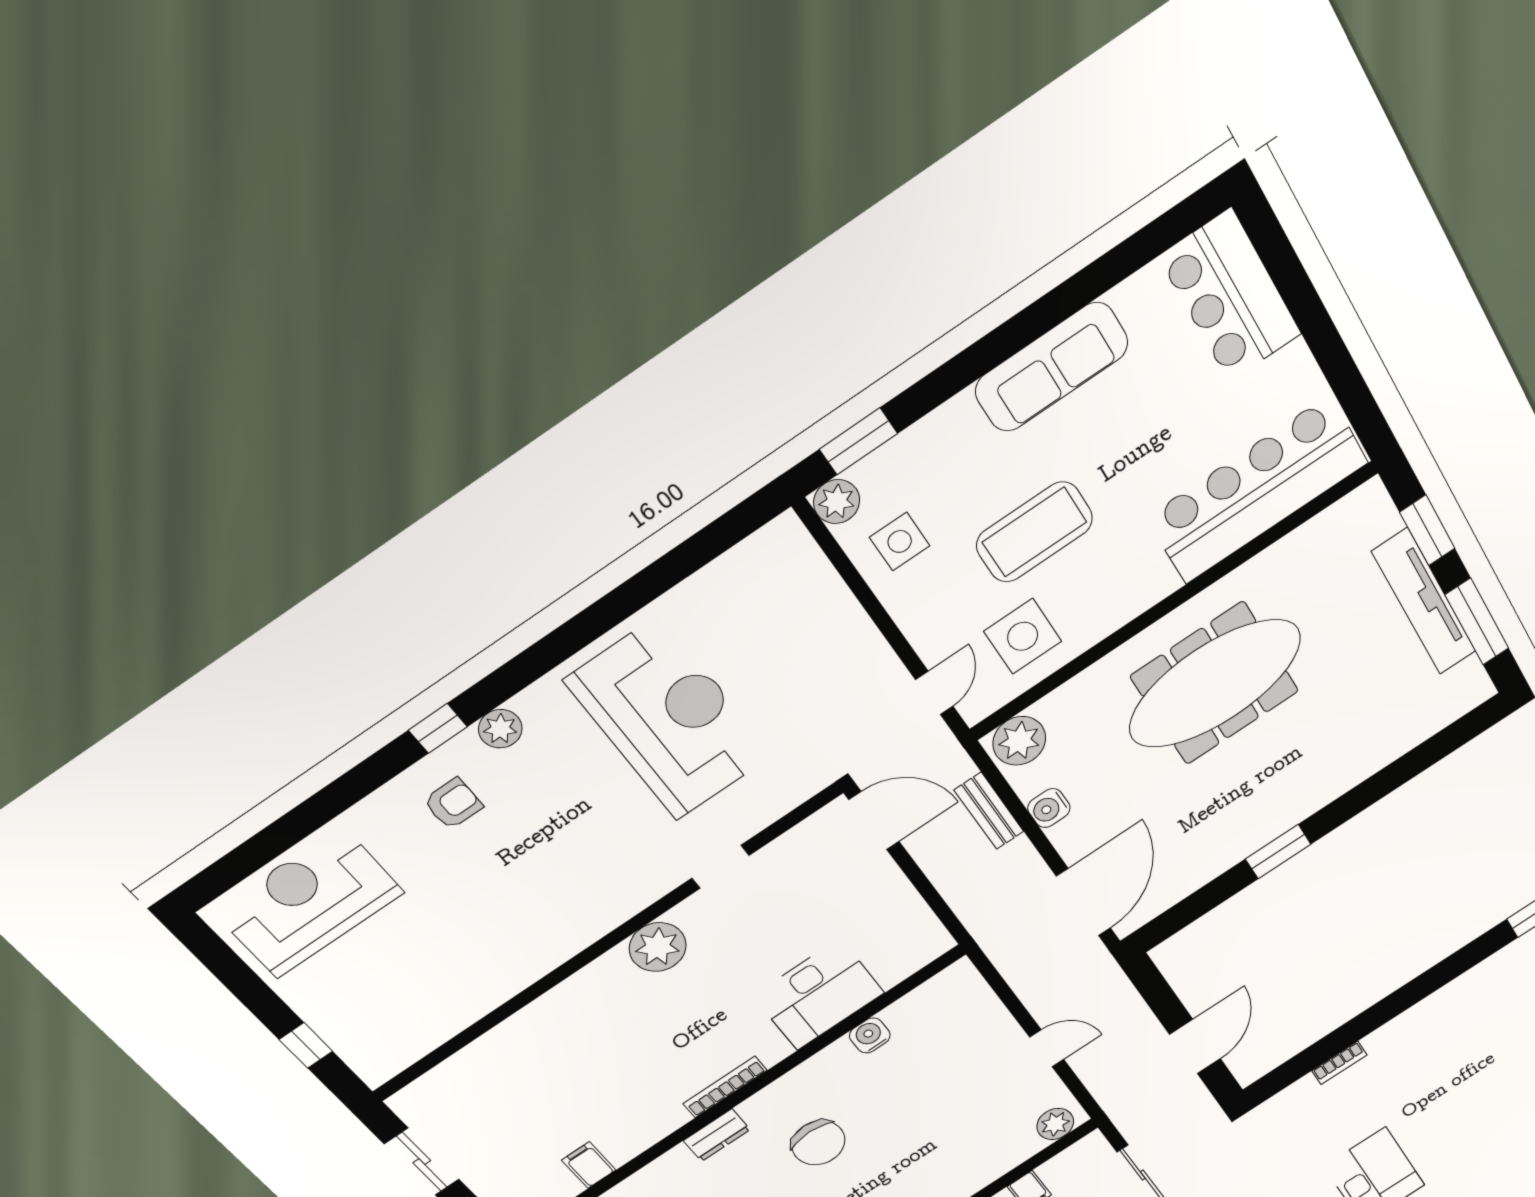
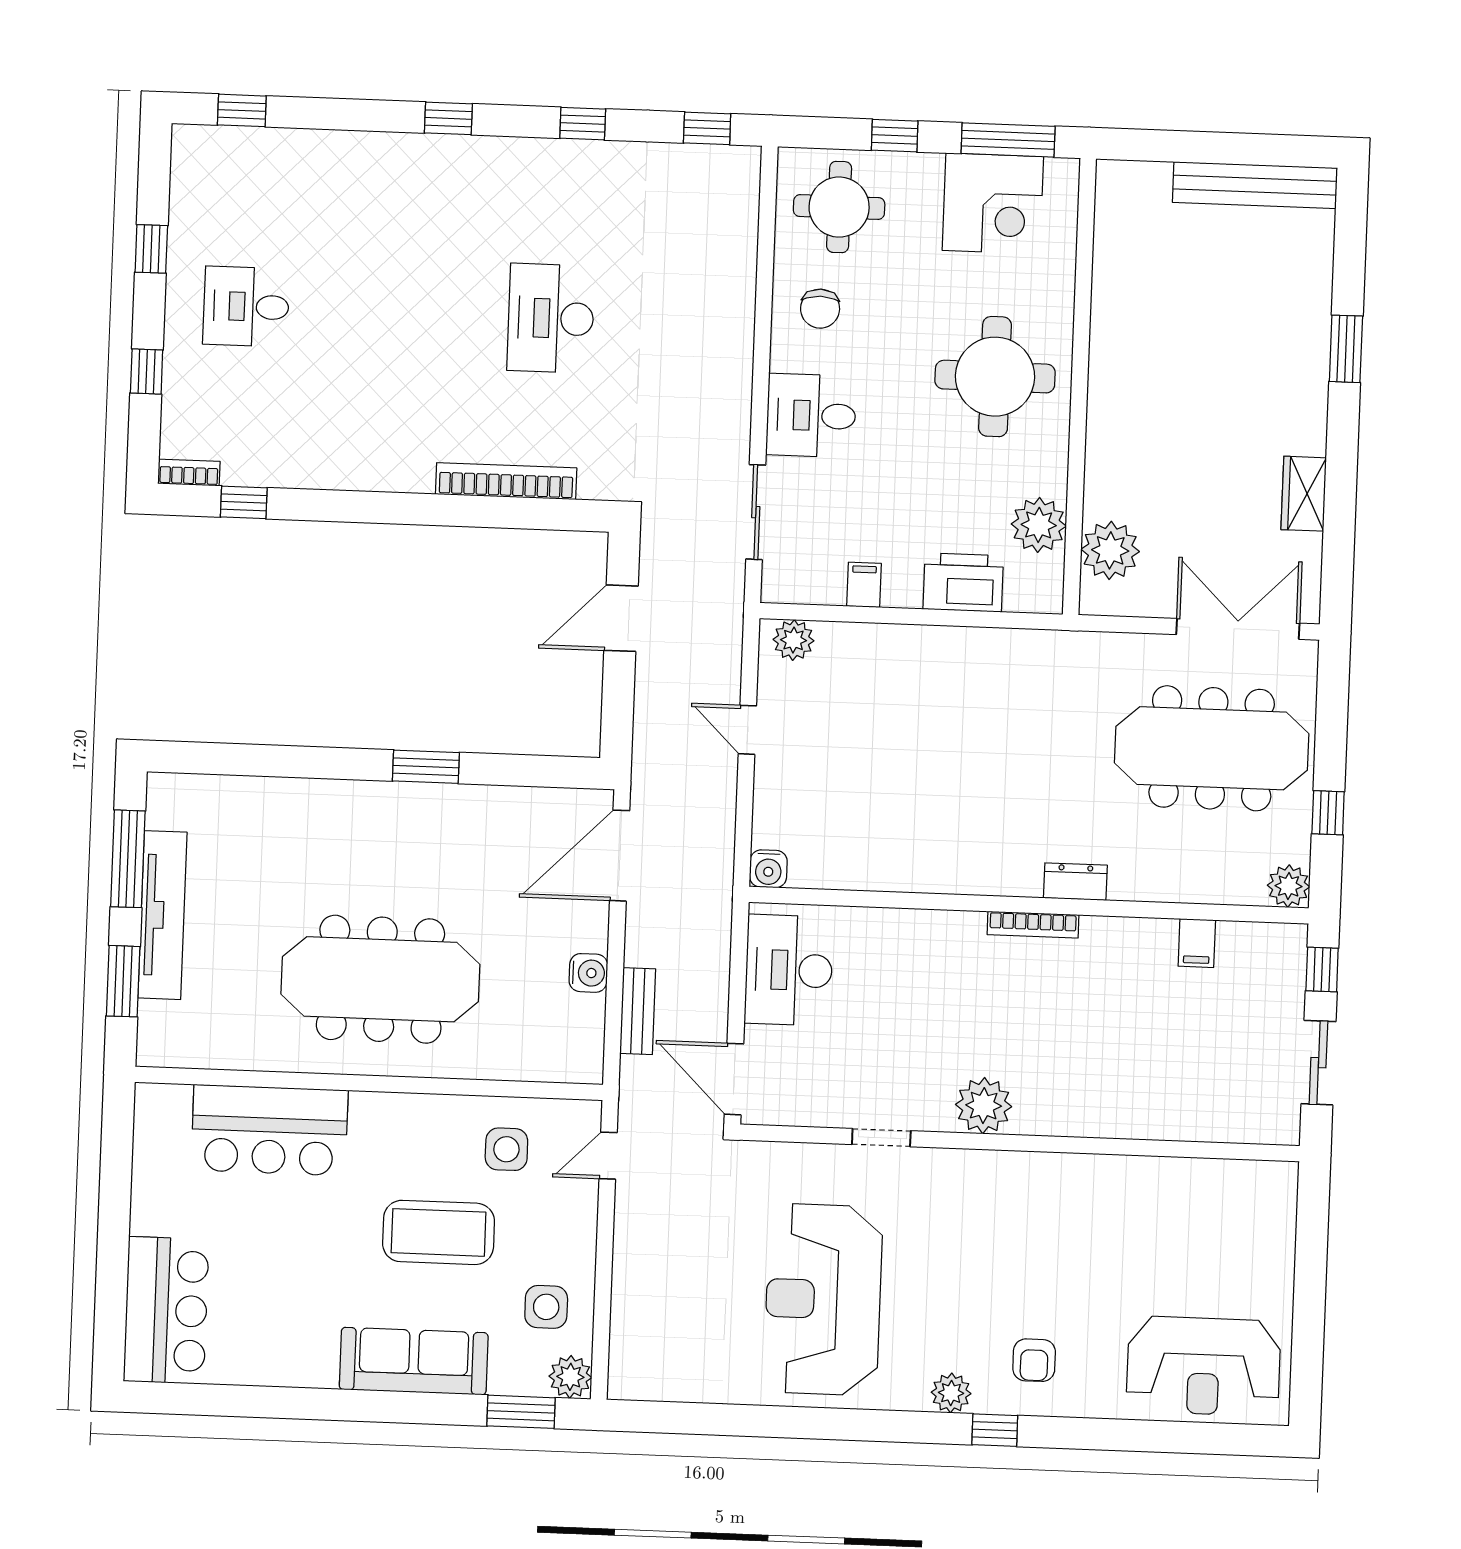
sofa: (1052, 367) -> (414, 1361), moved
bar counter: (1257, 490) -> (270, 1130), width x0.73
side table: (1023, 636) -> (506, 1149), width x0.73, depth x0.73
plant: (1019, 741) -> (571, 1057), removed
armchair: (453, 804) -> (1034, 1360), turned -90
desk: (819, 994) -> (789, 970), moved, turned -90
water cooler: (870, 1035) -> (768, 869), moved
window: (306, 1045) -> (1311, 1246), removed
bookcase: (1339, 1063) -> (506, 481), width x2.31, depth x1.31
chair: (818, 1143) -> (1001, 799), removed

